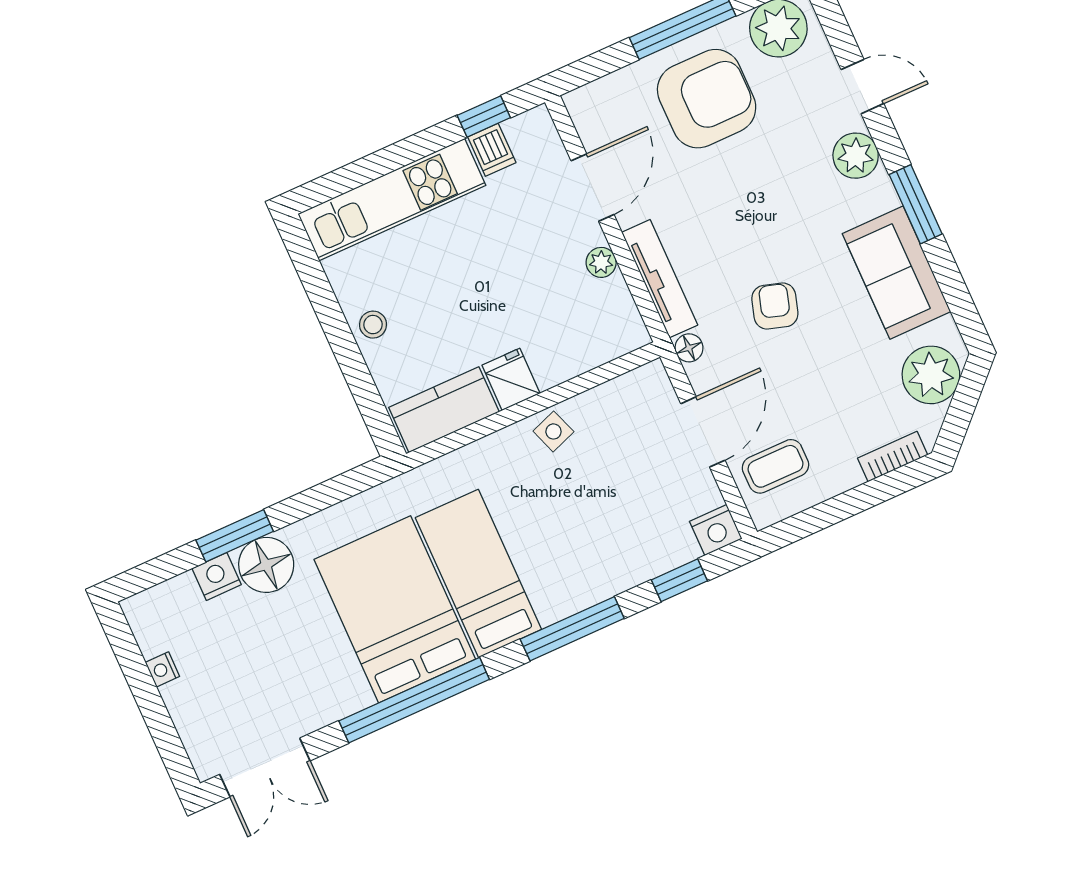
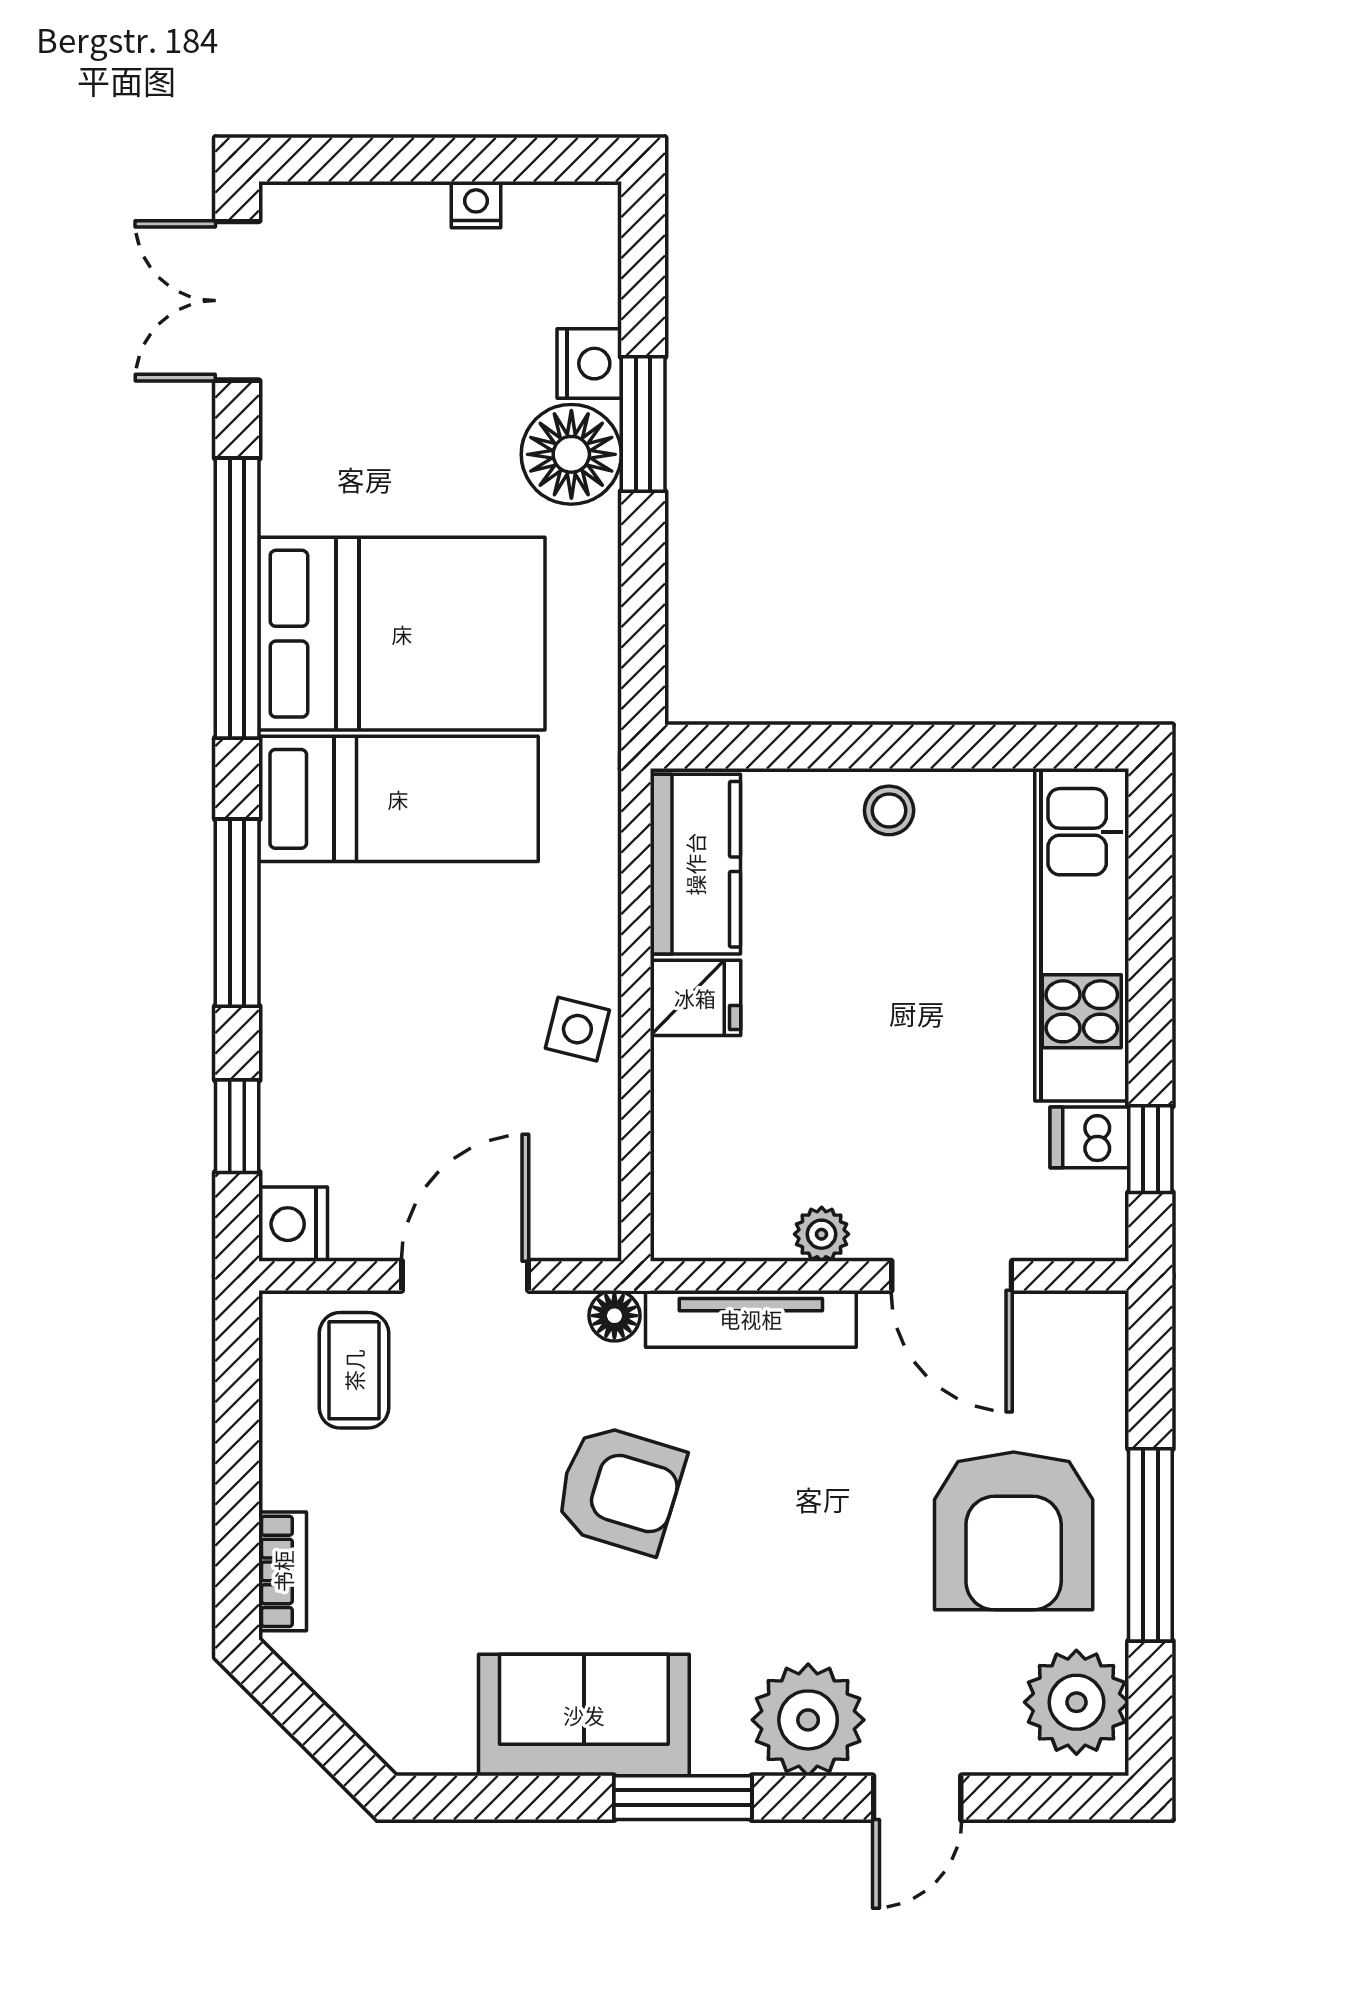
plant: (856, 156) -> (808, 1720), width x1.36, depth x1.36
armchair: (775, 306) -> (620, 1489), width x1.38, depth x1.38
plant: (931, 375) -> (389, 1696), removed
side table: (553, 431) -> (577, 1029), turned 34
door: (703, 432) -> (465, 1276), swing flipped

